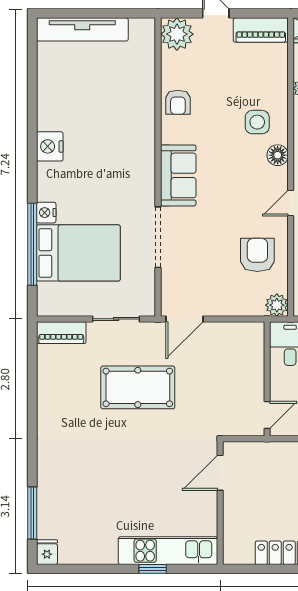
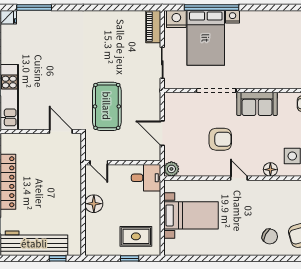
nightstand: (50, 146) -> (176, 19), moved
armchair: (257, 255) -> (220, 139), moved
door: (185, 319) -> (162, 133), moved
pool table: (138, 387) -> (107, 106), moved

